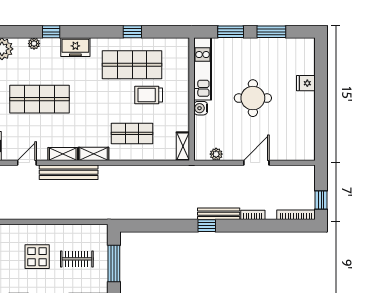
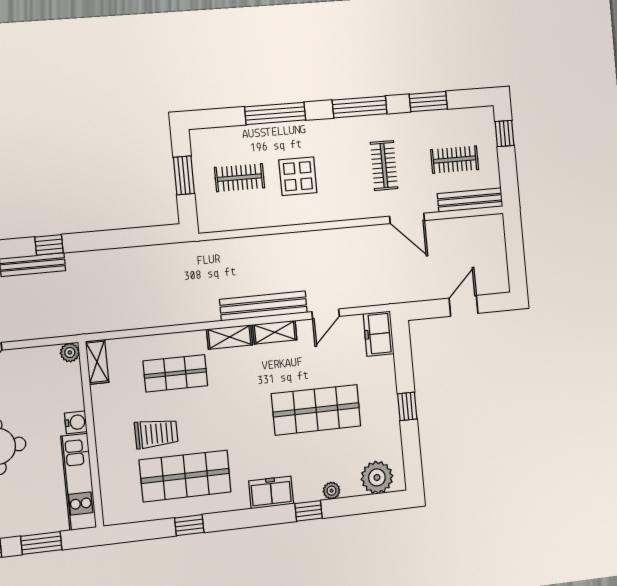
plant: (216, 154) -> (70, 352), moved
window: (114, 263) -> (184, 175), width x0.69

